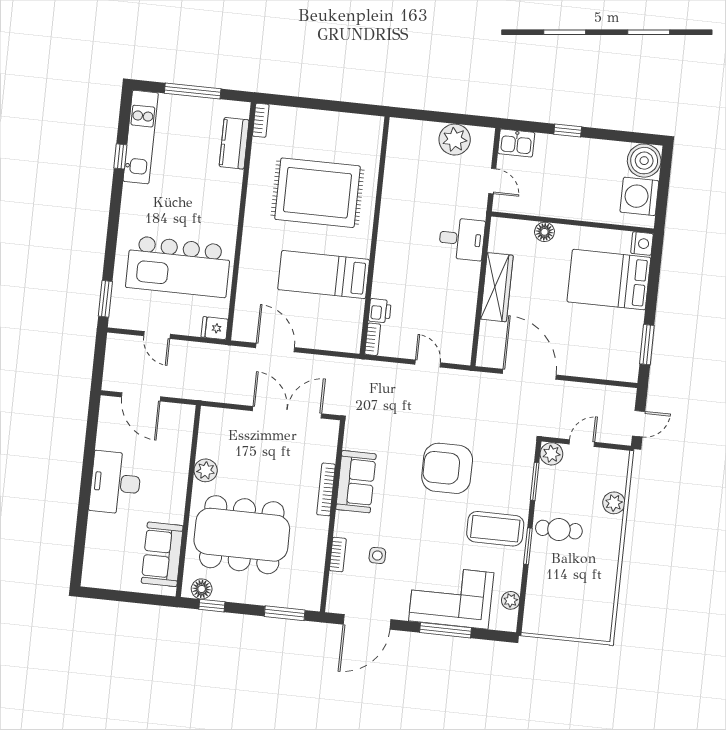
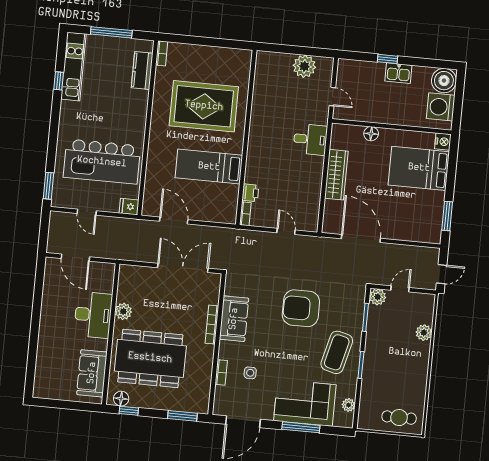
kitchen sink: (516, 143) -> (398, 73), moved
desk: (115, 483) -> (93, 315), moved, turned 180
coffee table: (495, 529) -> (337, 352), turned -76
cafe table: (559, 530) -> (399, 418), moved

